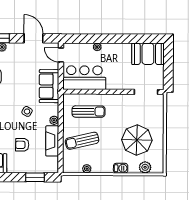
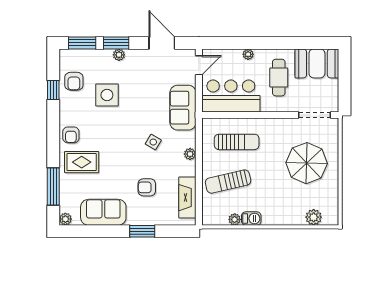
door: (61, 55) -> (199, 65), swing flipped
cafe table: (120, 64) -> (279, 78), added
parasol: (137, 140) -> (307, 163), moved
fireplace: (52, 141) -> (187, 198), moved
barbecue: (121, 168) -> (251, 219), moved
window: (35, 177) -> (142, 231), moved

